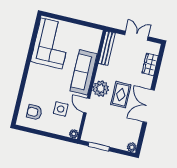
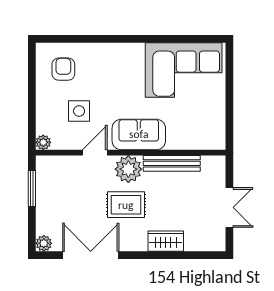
bench: (107, 48) -> (172, 163), moved
wardrobe: (150, 64) -> (166, 241), moved
sofa: (84, 72) -> (139, 134), width x0.73
double door: (149, 106) -> (91, 255), moved

